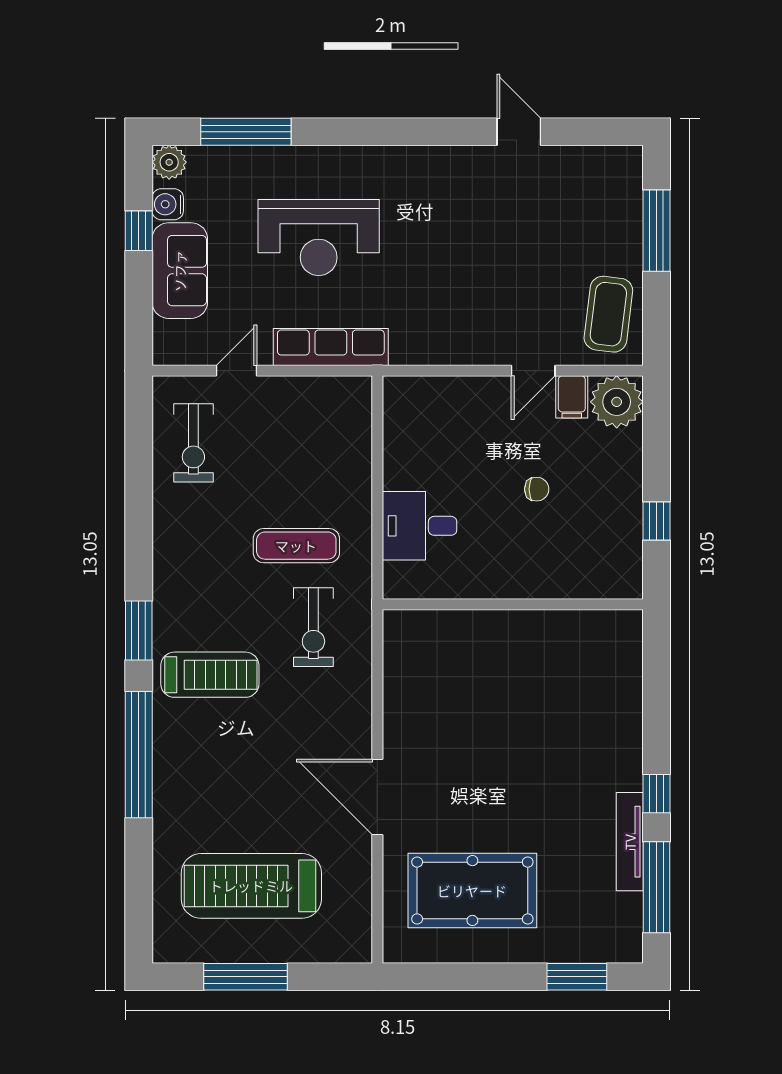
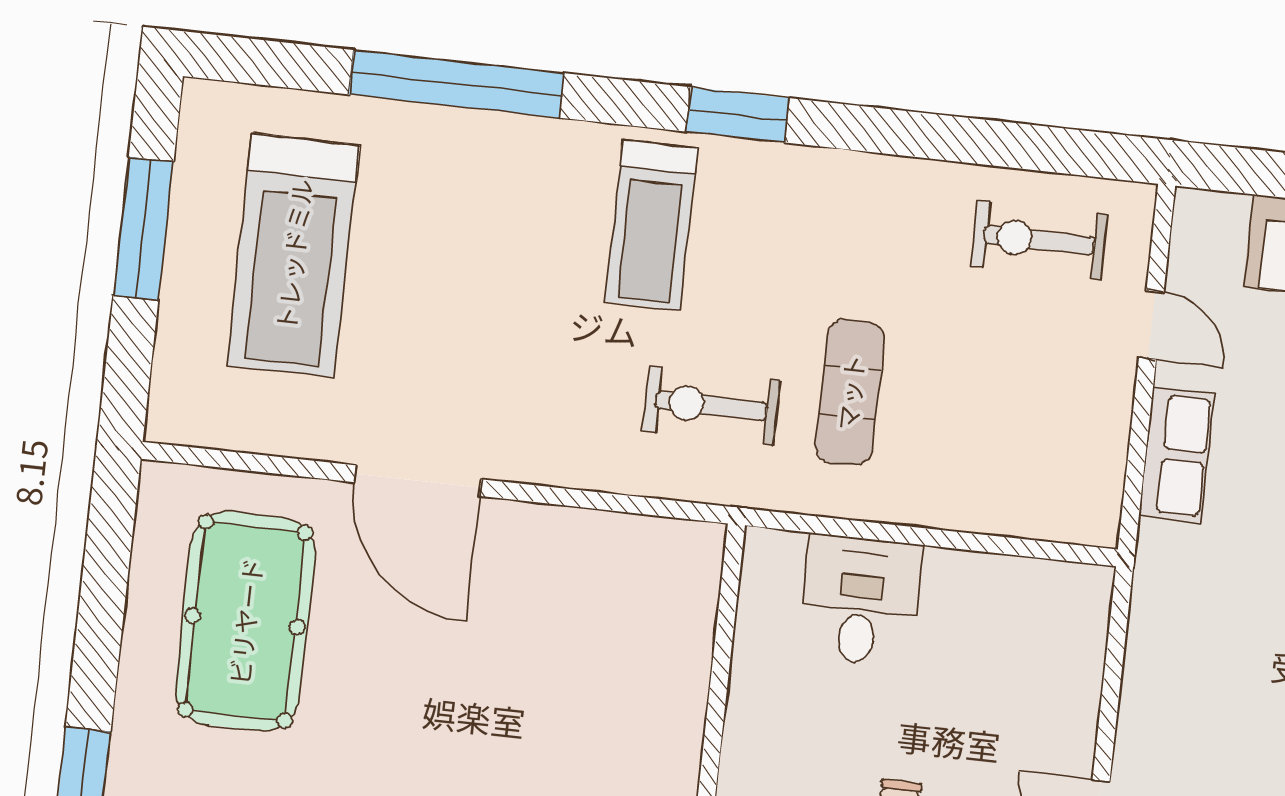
row of seats: (331, 347) -> (1177, 455), width x0.68
window: (139, 755) -> (456, 84), moved
door: (377, 797) -> (418, 481), swing flipped
treadmill: (251, 886) -> (293, 255), turned 180

